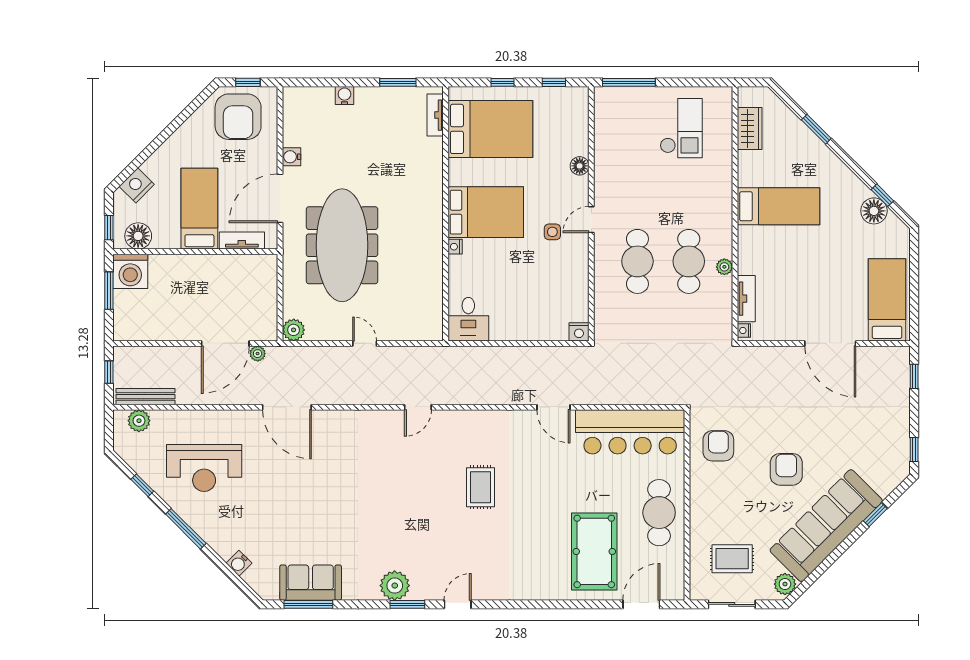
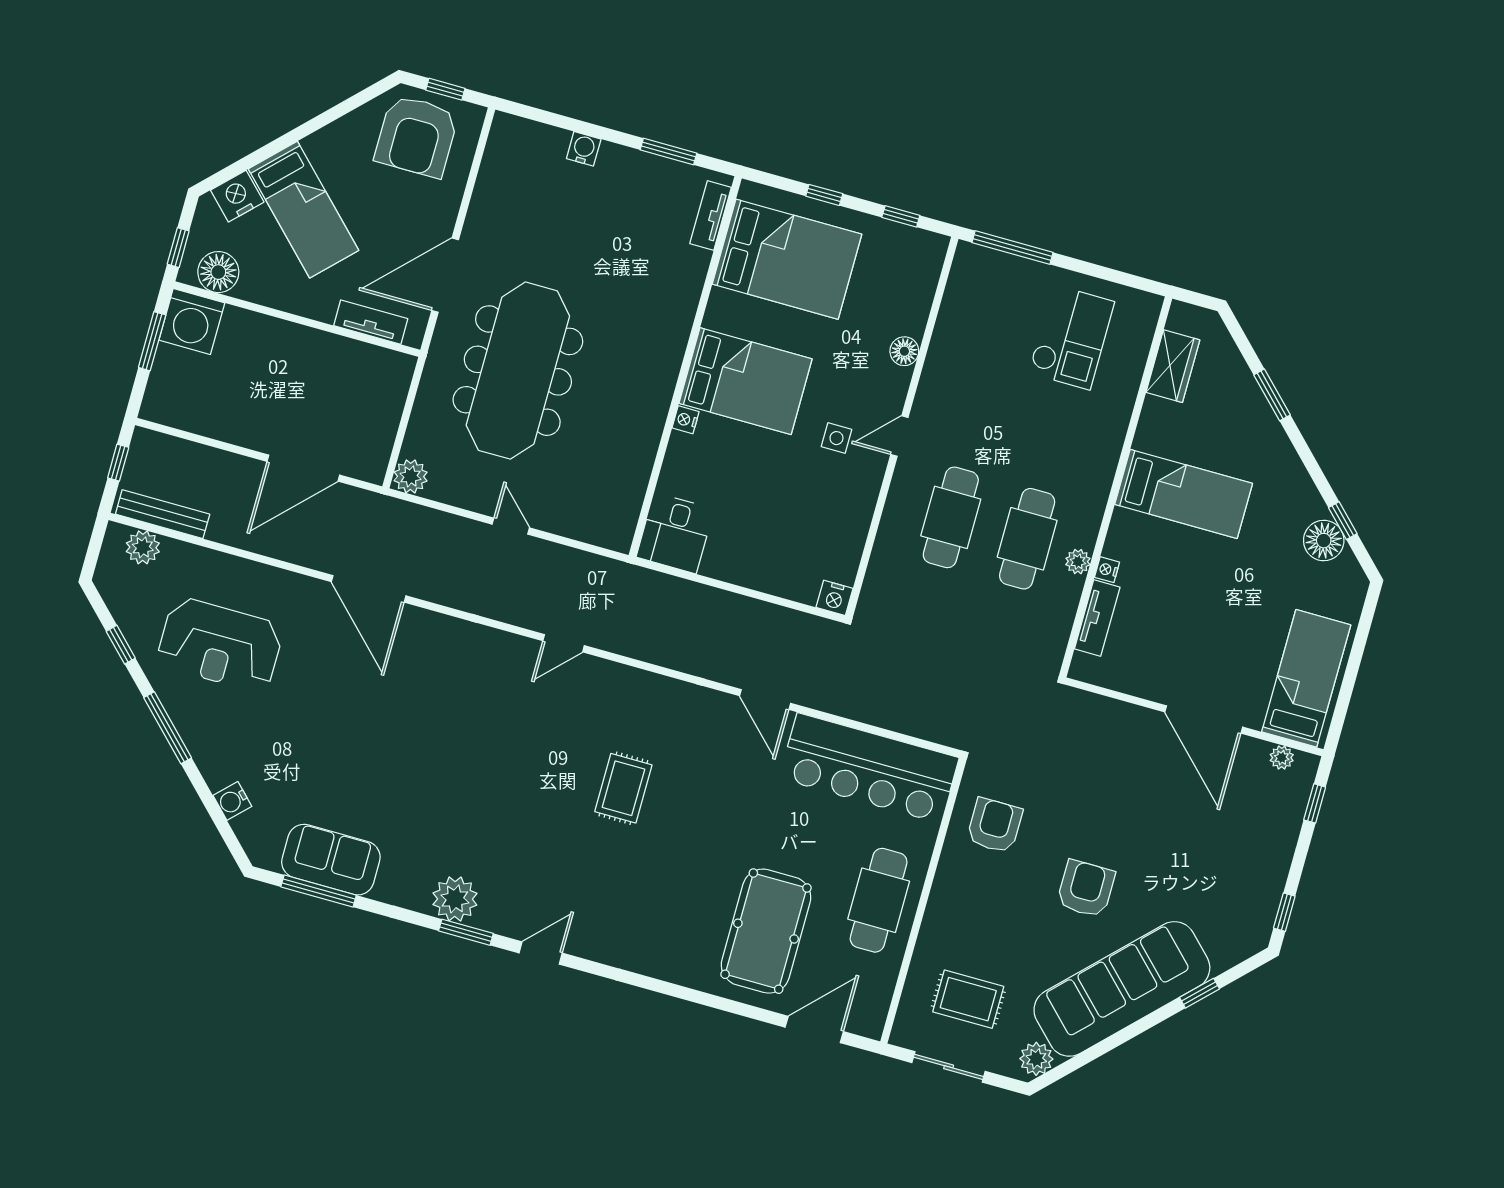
water cooler: (292, 157) -> (480, 218), removed
bed: (199, 209) -> (304, 210), moved, turned 135
nightstand: (744, 330) -> (1107, 570), moved
plant: (258, 354) -> (1282, 758), moved

